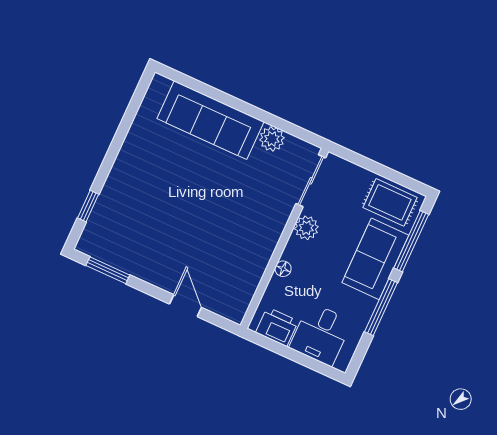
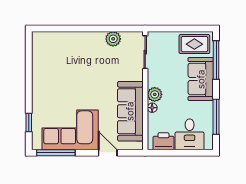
sofa: (210, 120) -> (130, 111), moved, turned 90
plant: (306, 228) -> (155, 94), moved
corner sofa: (145, 246) -> (70, 130), added
window: (108, 270) -> (56, 153), width x1.44
window: (381, 307) -> (216, 117), moved

